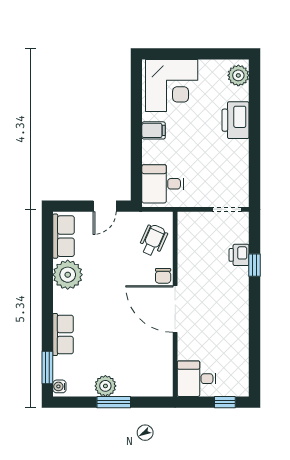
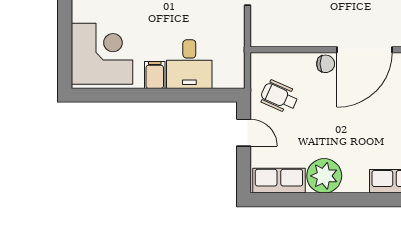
desk: (163, 184) -> (189, 64), moved
wheelchair: (153, 240) -> (279, 97), moved

